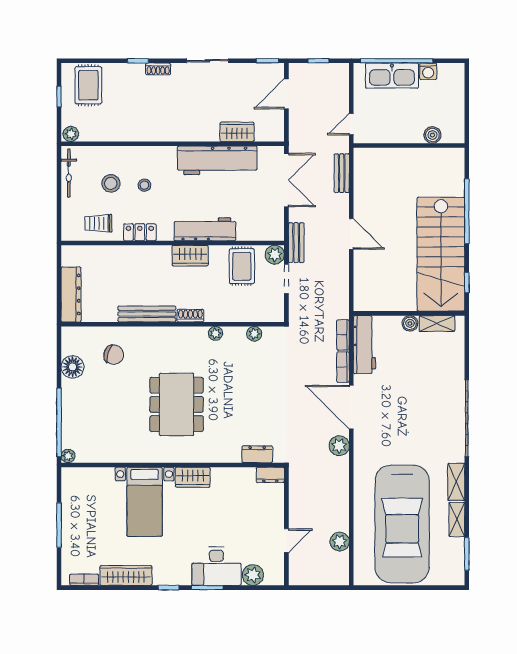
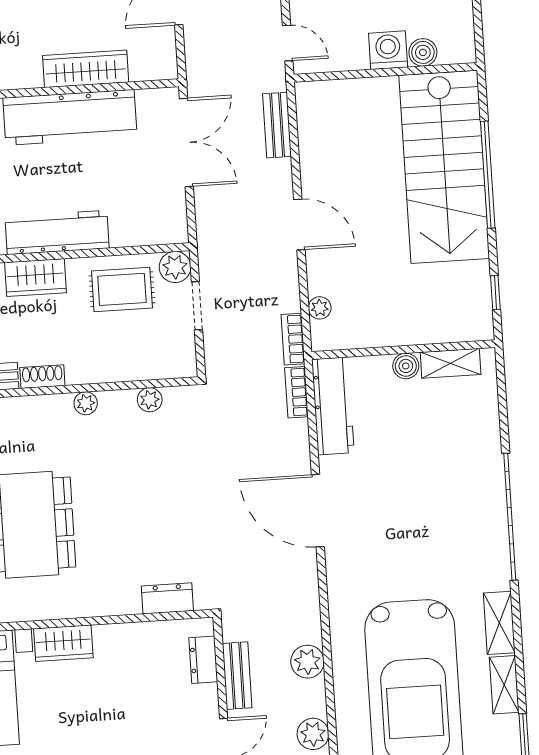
door: (351, 124) -> (288, 43), swing flipped
wardrobe: (237, 132) -> (86, 69), width x1.50
washing machine: (412, 132) -> (388, 50), added
bench: (296, 243) -> (237, 676), moved
stairs: (441, 254) -> (444, 167), moved
rug: (242, 266) -> (122, 289), turned 90
plant: (360, 285) -> (320, 308), added
bookcase: (343, 367) -> (293, 339), moved
plant: (339, 446) -> (307, 662), moved
dresser: (270, 475) -> (203, 660), moved, turned 90

